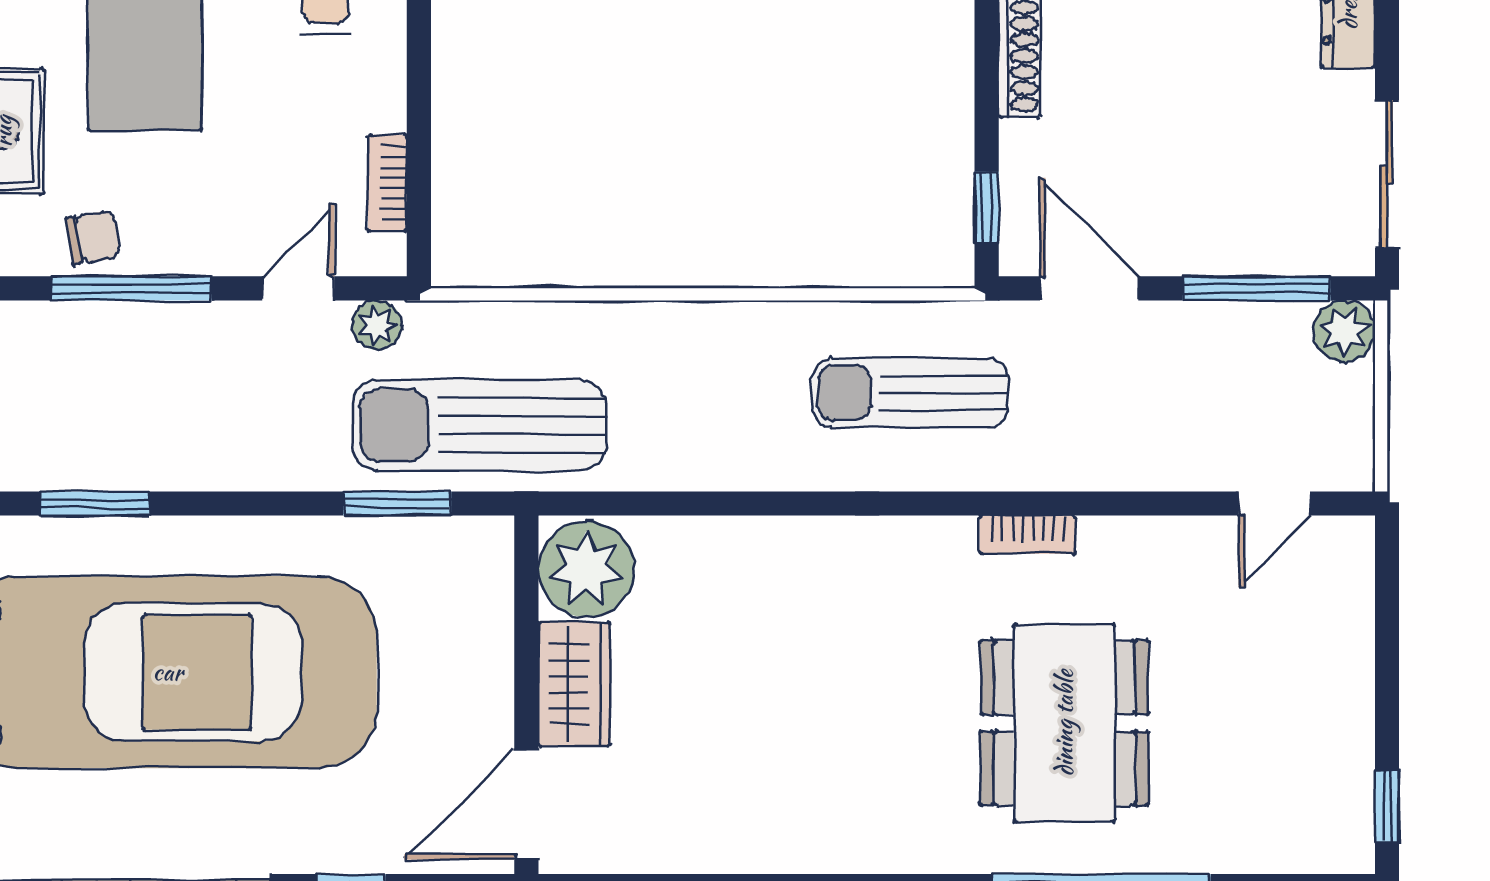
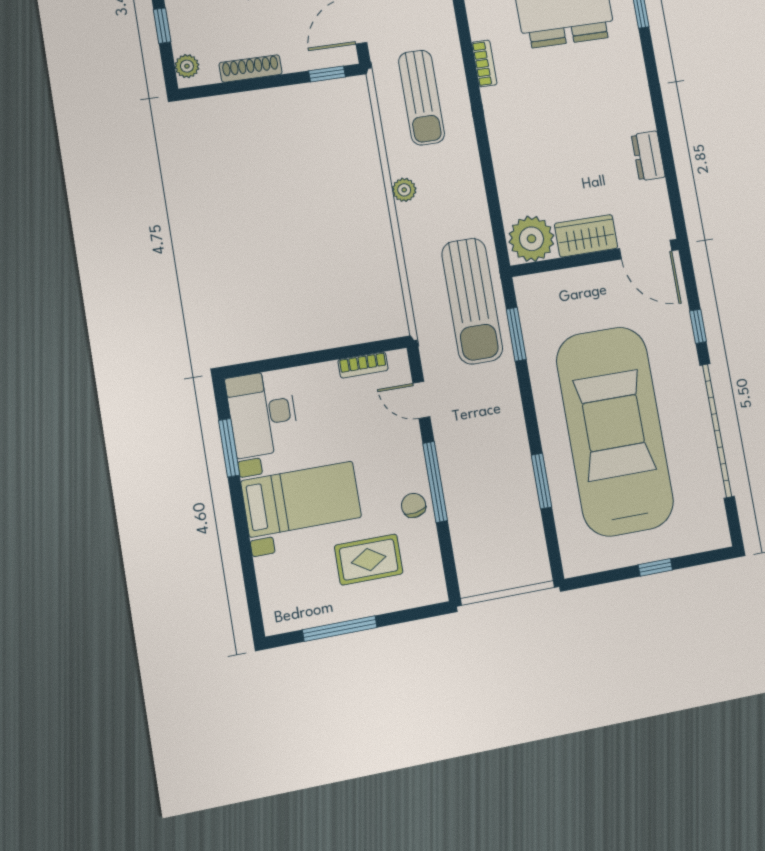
plant: (377, 325) -> (404, 190), moved
bookcase: (1028, 535) -> (484, 63), moved
dresser: (720, 846) -> (648, 156), added

